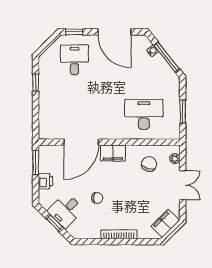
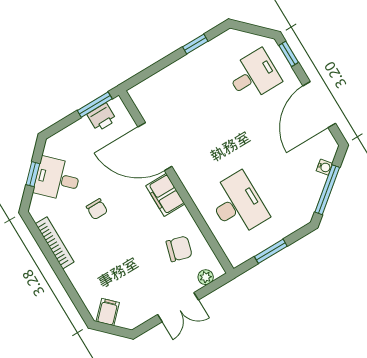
printer: (45, 181) -> (102, 117), moved
filing cabinet: (165, 223) -> (108, 312), width x0.50
bookcase: (119, 234) -> (55, 243), moved

